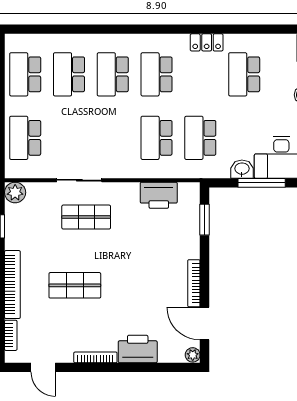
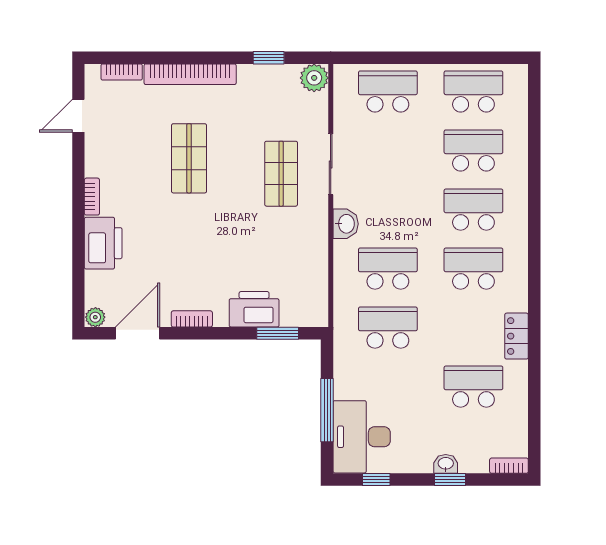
washbasin: (242, 169) -> (346, 224), moved
printer: (159, 195) -> (254, 309), moved, turned 90
bookcase: (194, 283) -> (192, 319), width x0.64
bookcase: (95, 357) -> (92, 197), width x0.64

